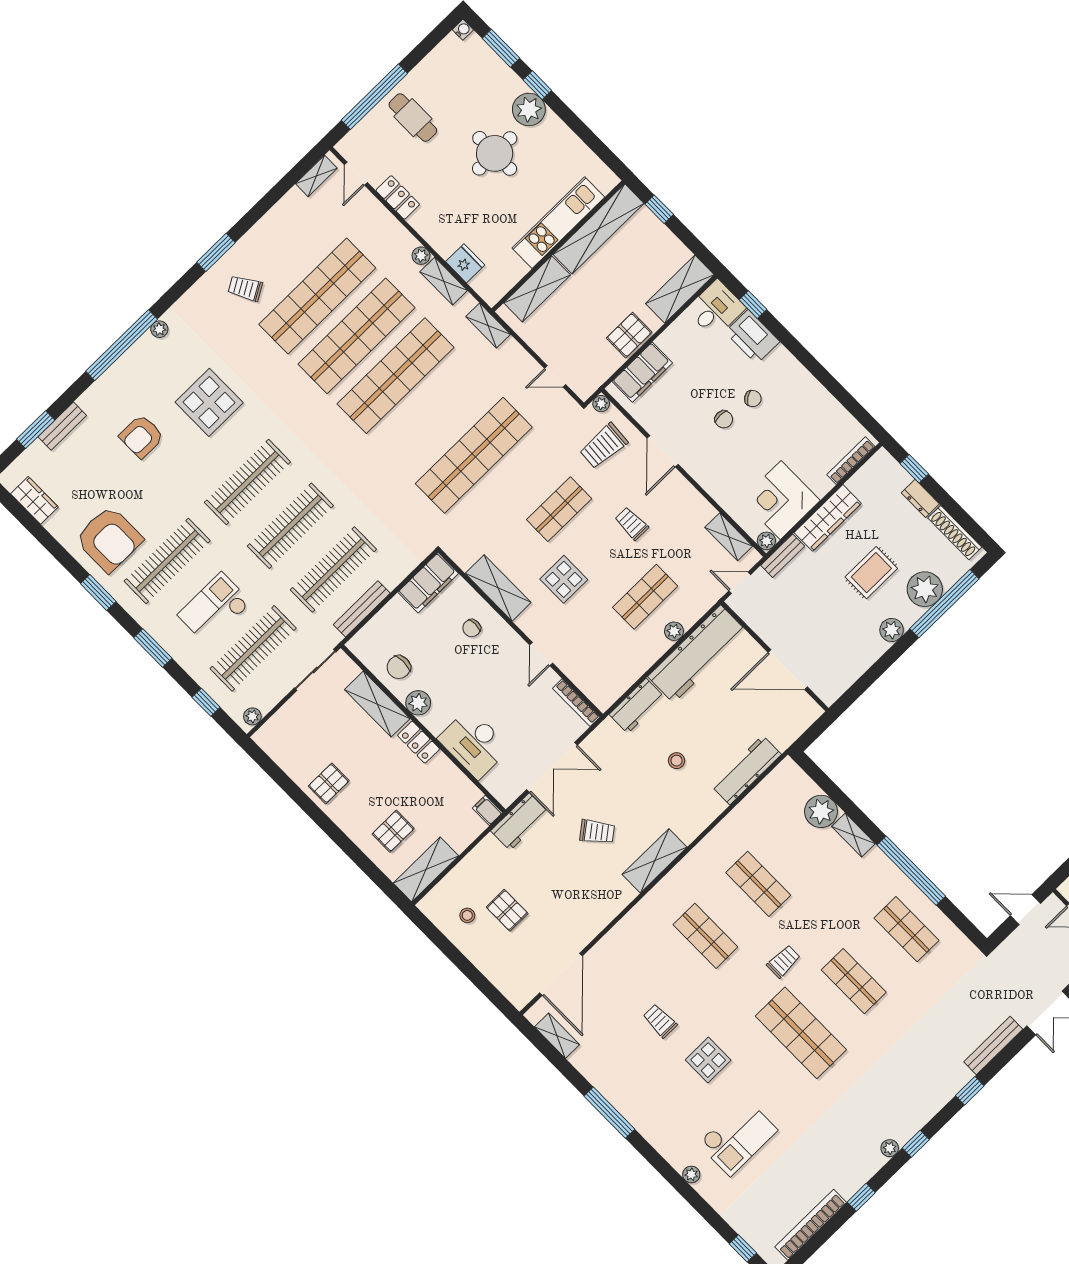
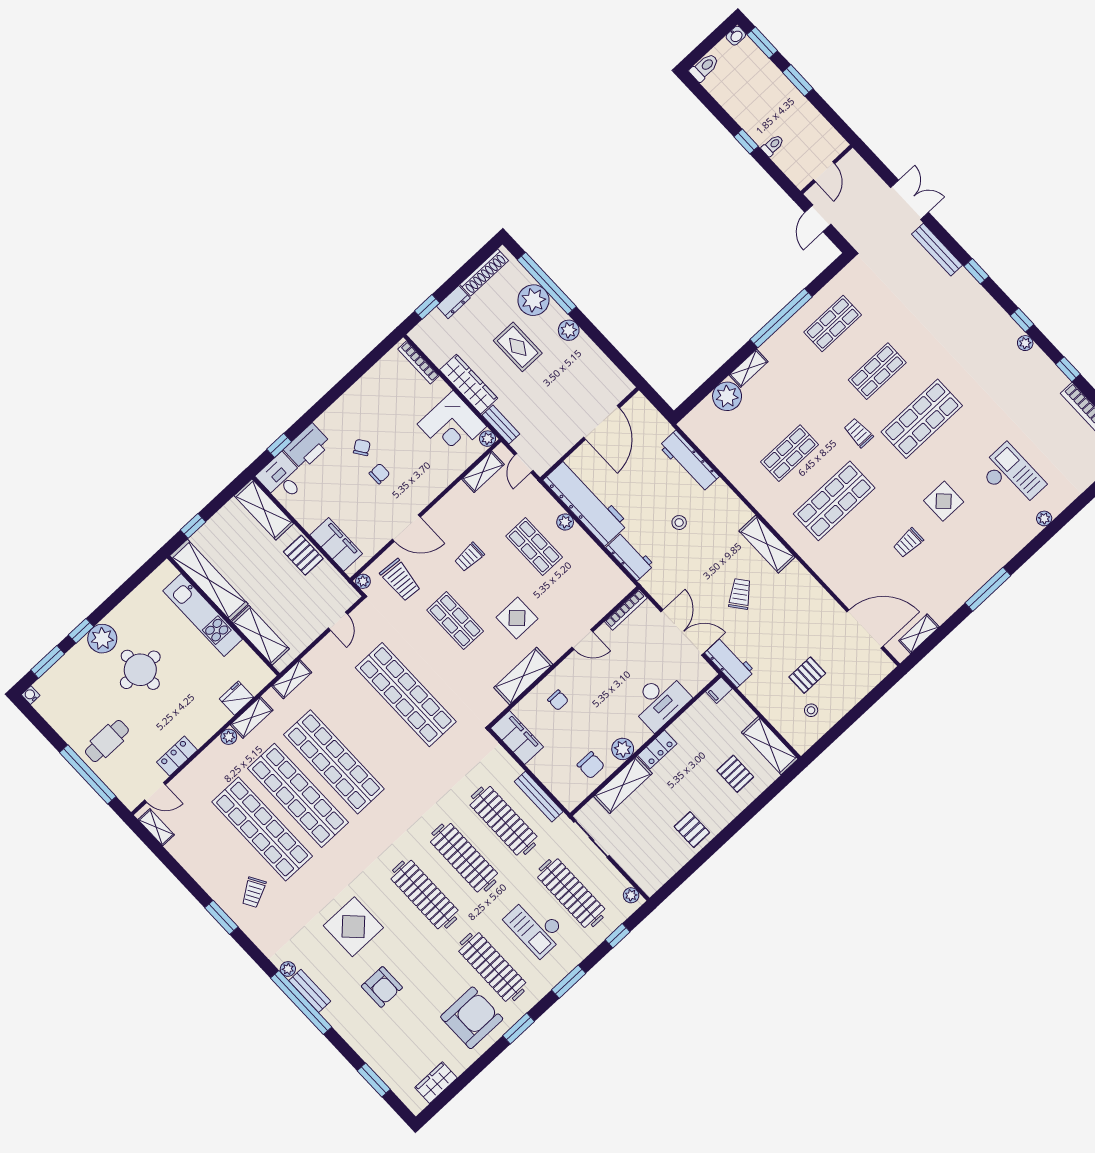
bench: (62, 426) -> (310, 991), moved
shop shelf: (705, 936) -> (834, 501), width x1.43, depth x1.36

